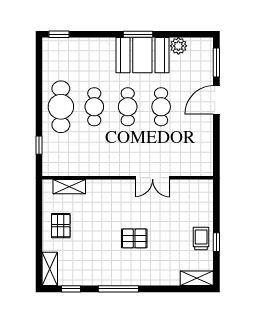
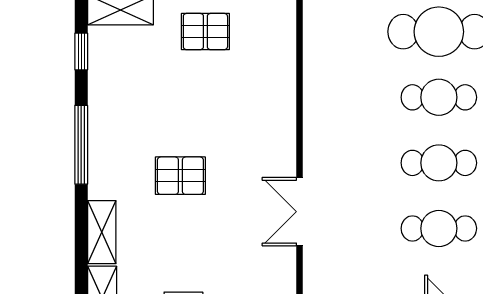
shelving: (69, 187) -> (102, 232), moved
pallet: (134, 238) -> (180, 176), turned 90

